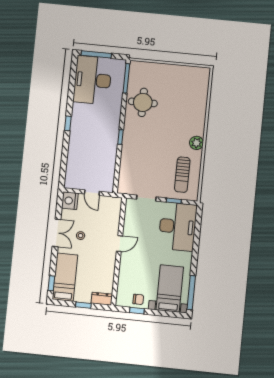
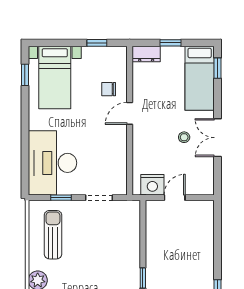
door: (92, 193) -> (175, 198), hinge flipped
nightstand: (70, 201) -> (152, 185), moved, turned 90
door: (120, 244) -> (130, 113), moved
window: (191, 293) -> (25, 75), width x0.46
chair: (138, 299) -> (109, 89), moved

